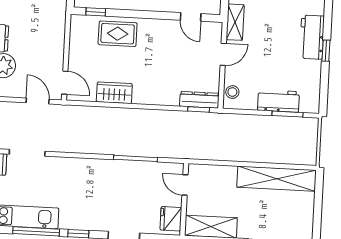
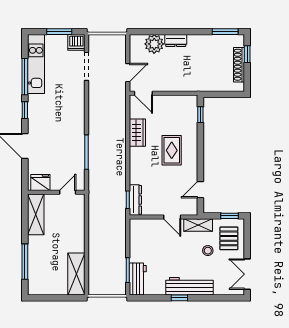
rug: (118, 34) -> (172, 150), moved
workbench: (312, 37) -> (189, 286), width x1.38
door: (65, 83) -> (143, 93), hinge flipped
stool: (232, 92) -> (208, 251), moved
workbench: (278, 101) -> (138, 279), moved
shelving: (276, 179) -> (76, 274), width x0.68

